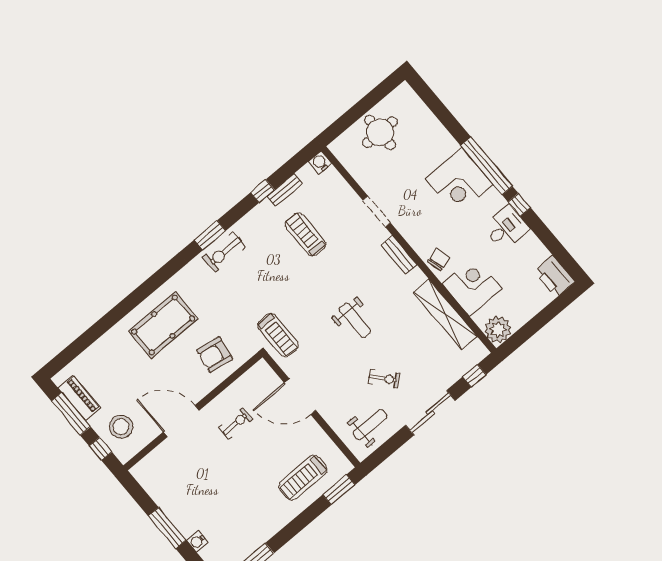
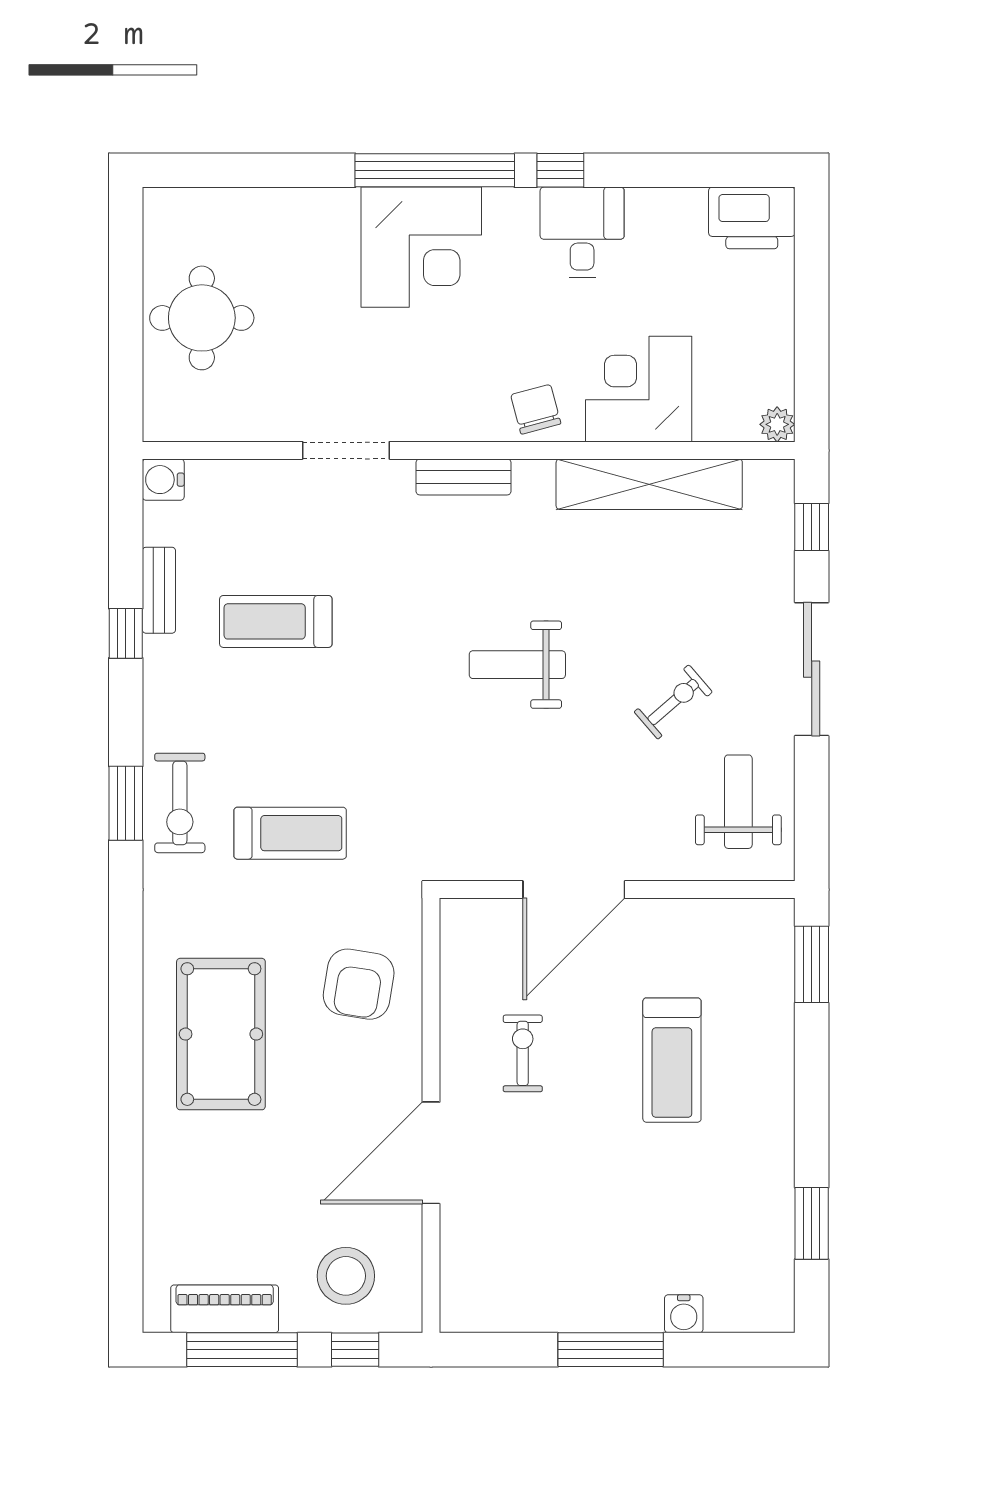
weight bench: (355, 320) -> (517, 665), turned 180
plant: (498, 329) -> (777, 424), width x0.53, depth x0.53
treadmill: (278, 335) -> (290, 833), moved
treadmill: (303, 478) -> (672, 1060), moved

